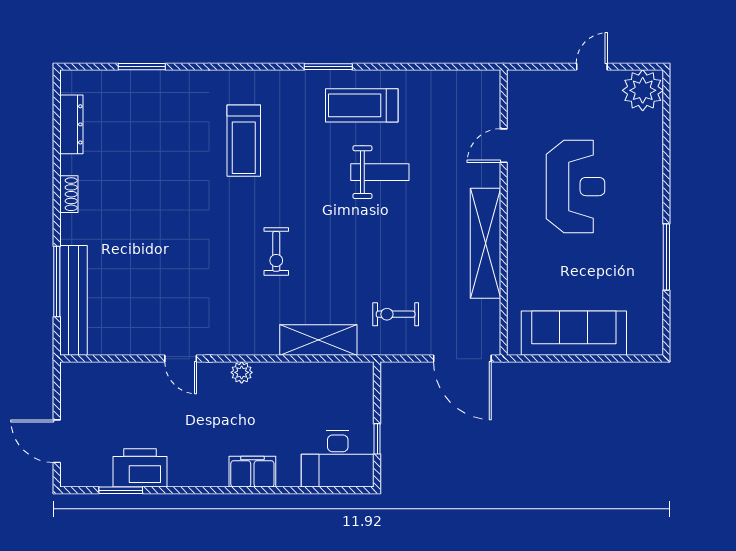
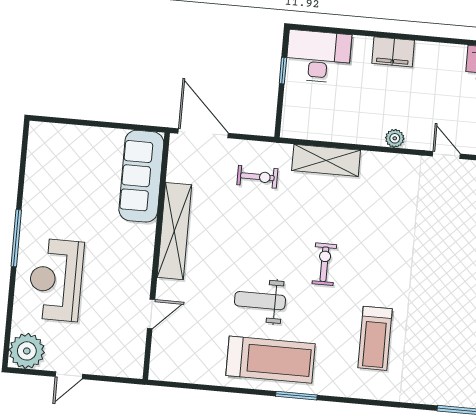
treadmill: (362, 105) -> (271, 360), width x1.37, depth x1.37
treadmill: (244, 141) -> (375, 338), turned 180
reception desk: (576, 187) -> (56, 280), moved
exercise bike: (276, 251) -> (324, 264), moved
window: (666, 257) -> (16, 238), moved
sofa: (574, 333) -> (141, 176), moved, turned 90

